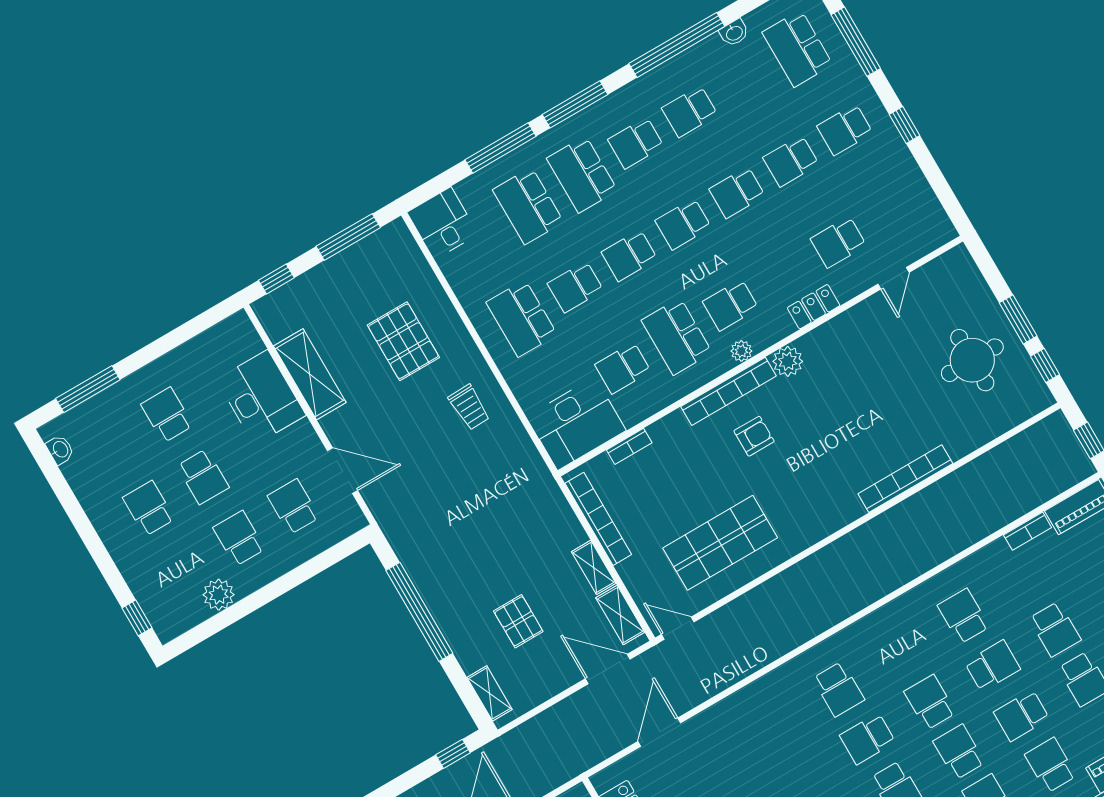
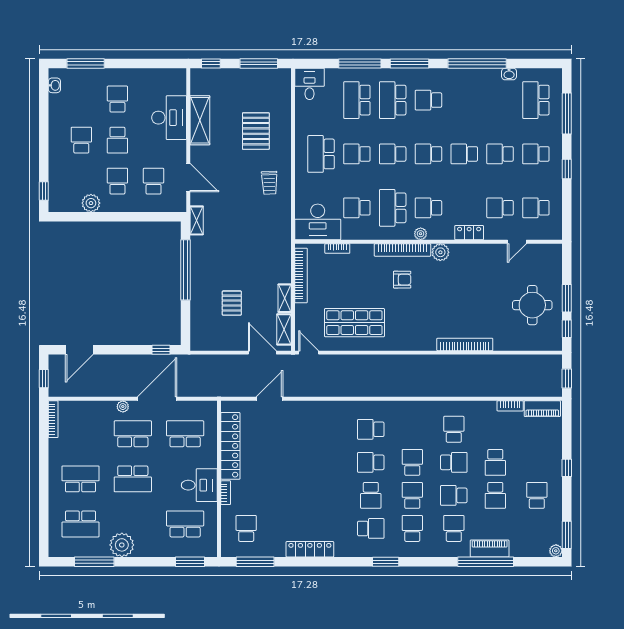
school desk: (690, 111) -> (536, 208), moved
school desk: (838, 689) -> (371, 429), turned 90
shelving: (490, 693) -> (197, 220), moved

